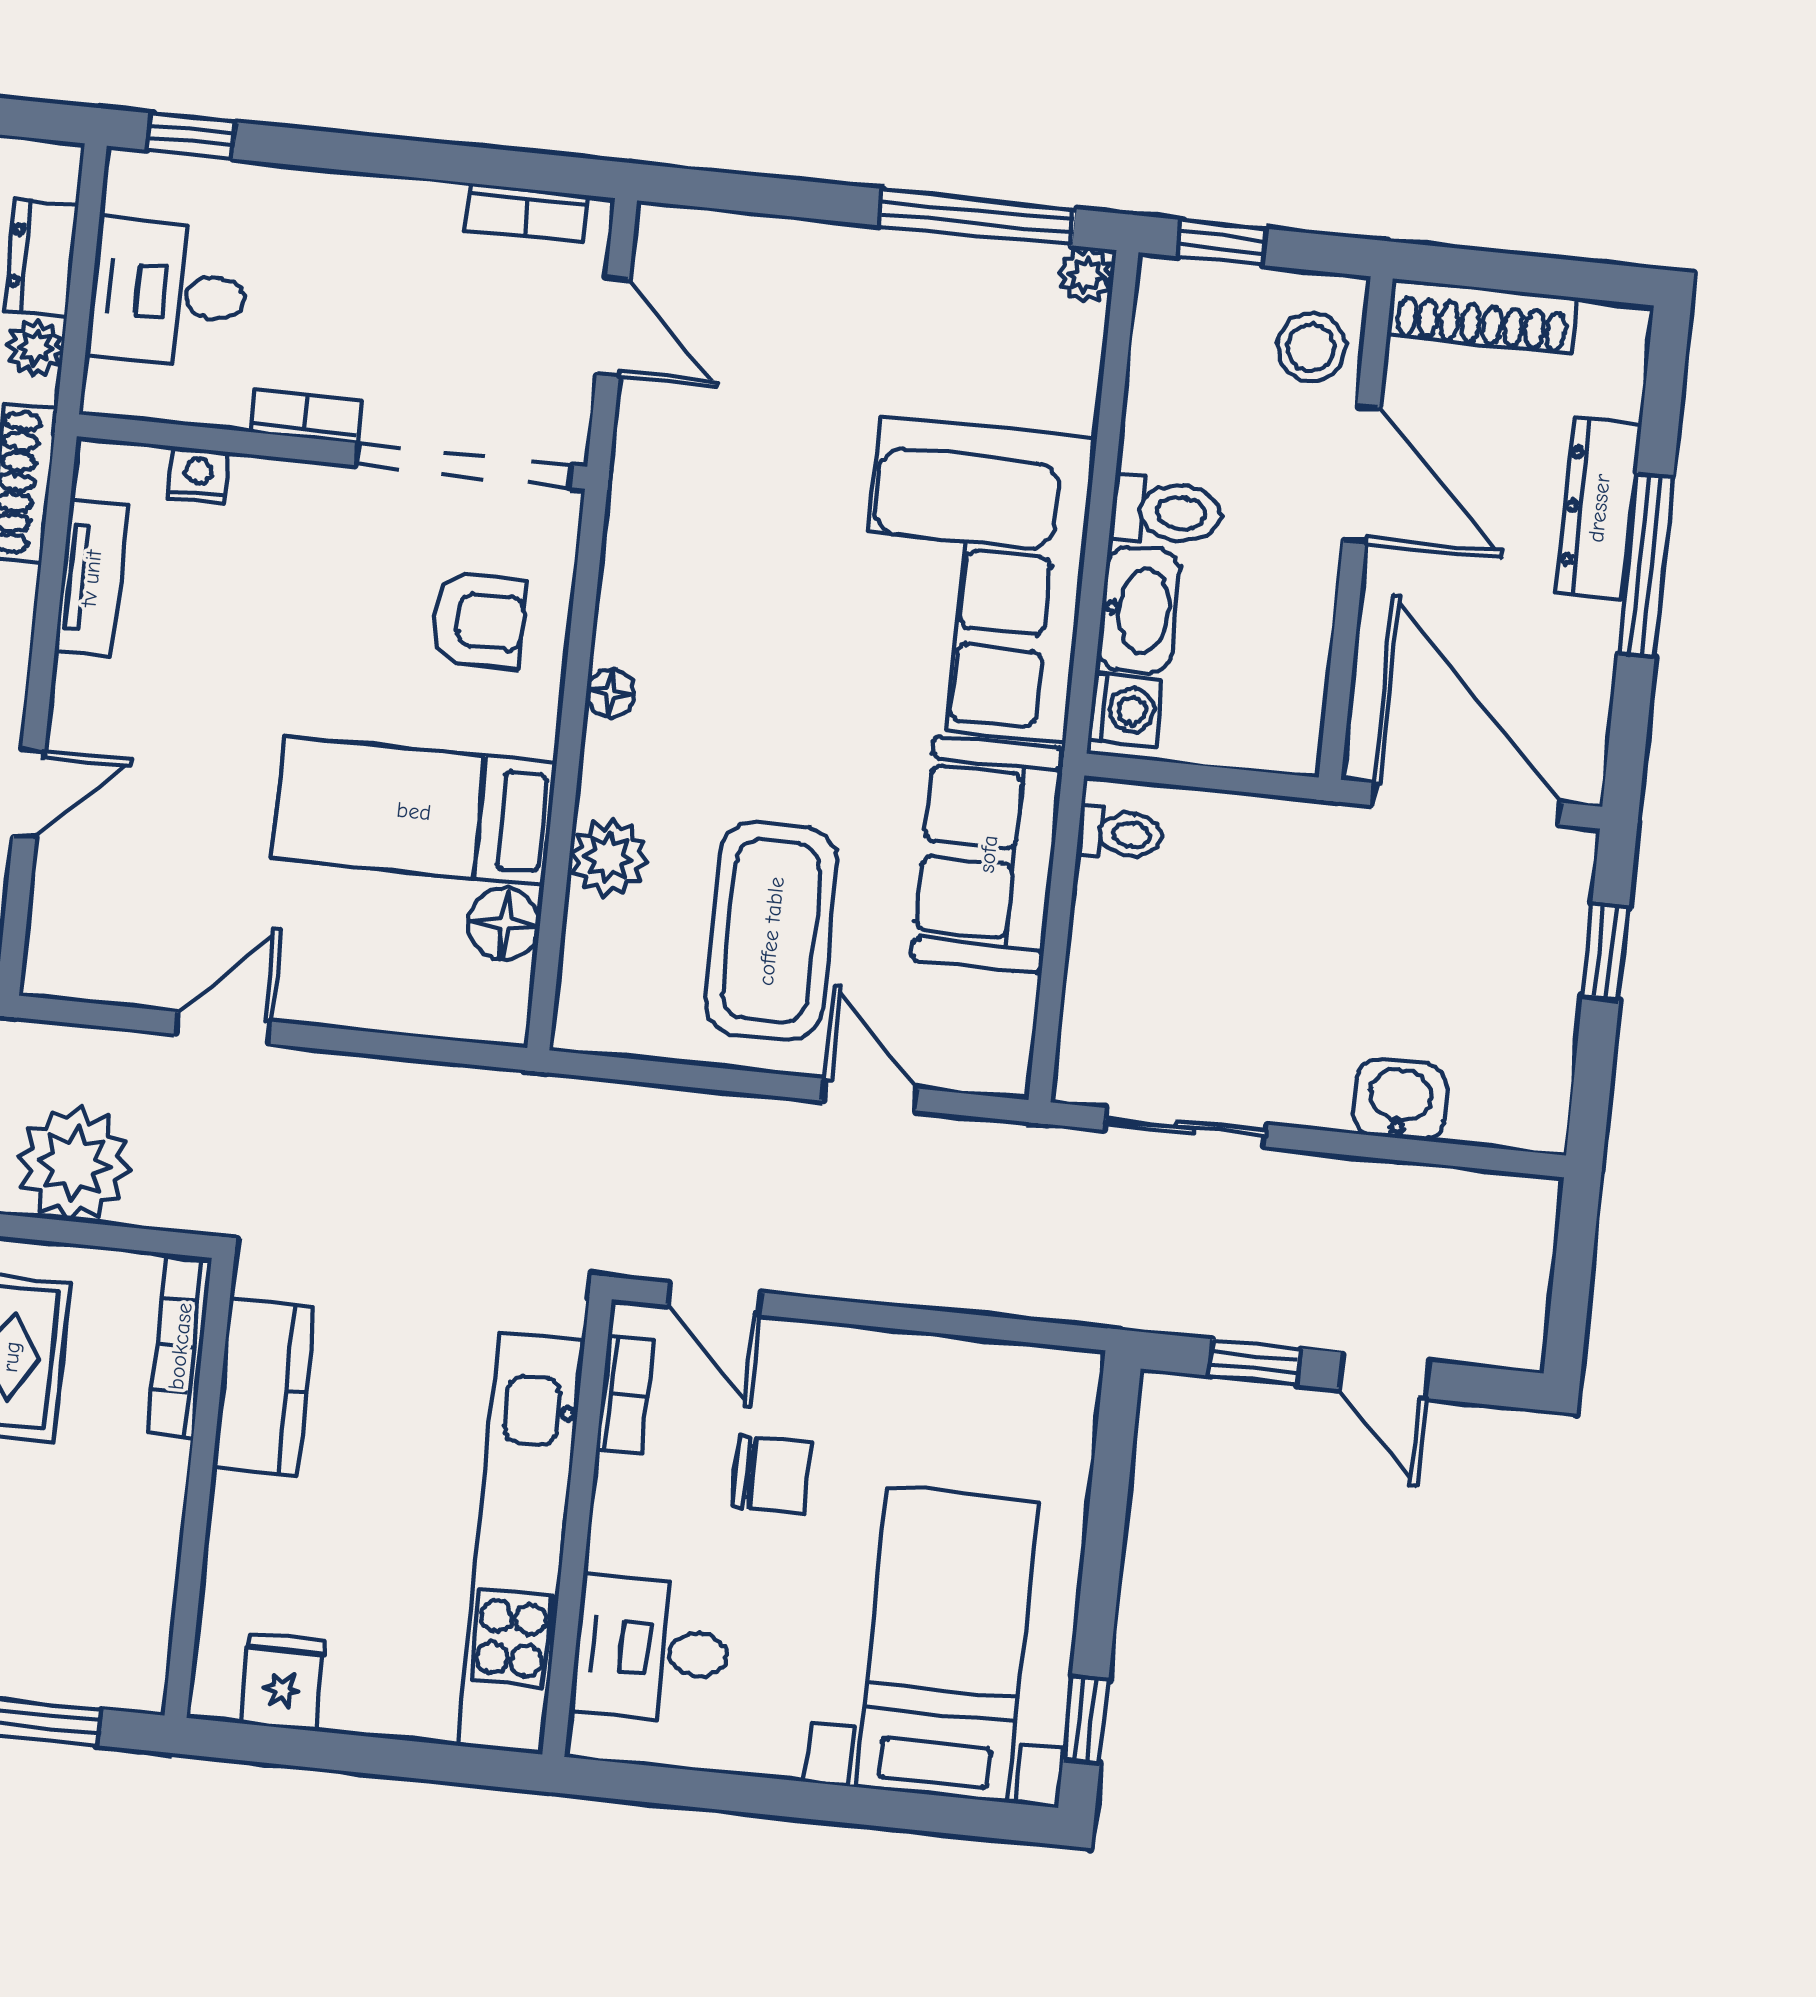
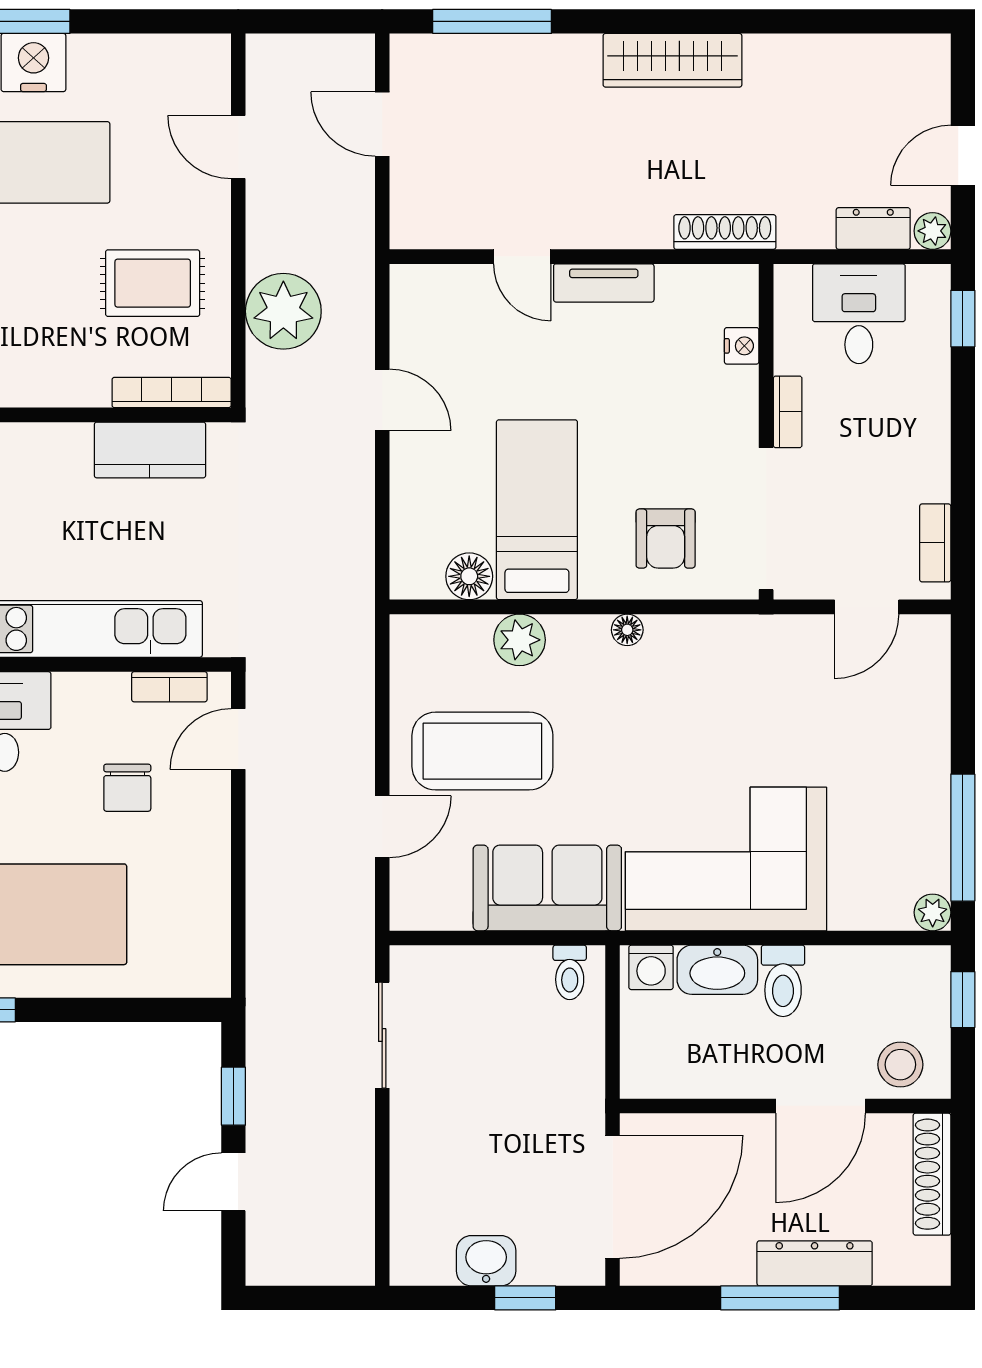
plant: (36, 348) -> (932, 231), moved
tv unit: (91, 578) -> (604, 283), moved
washbasin: (1400, 1100) -> (486, 1261), moved, turned -90

